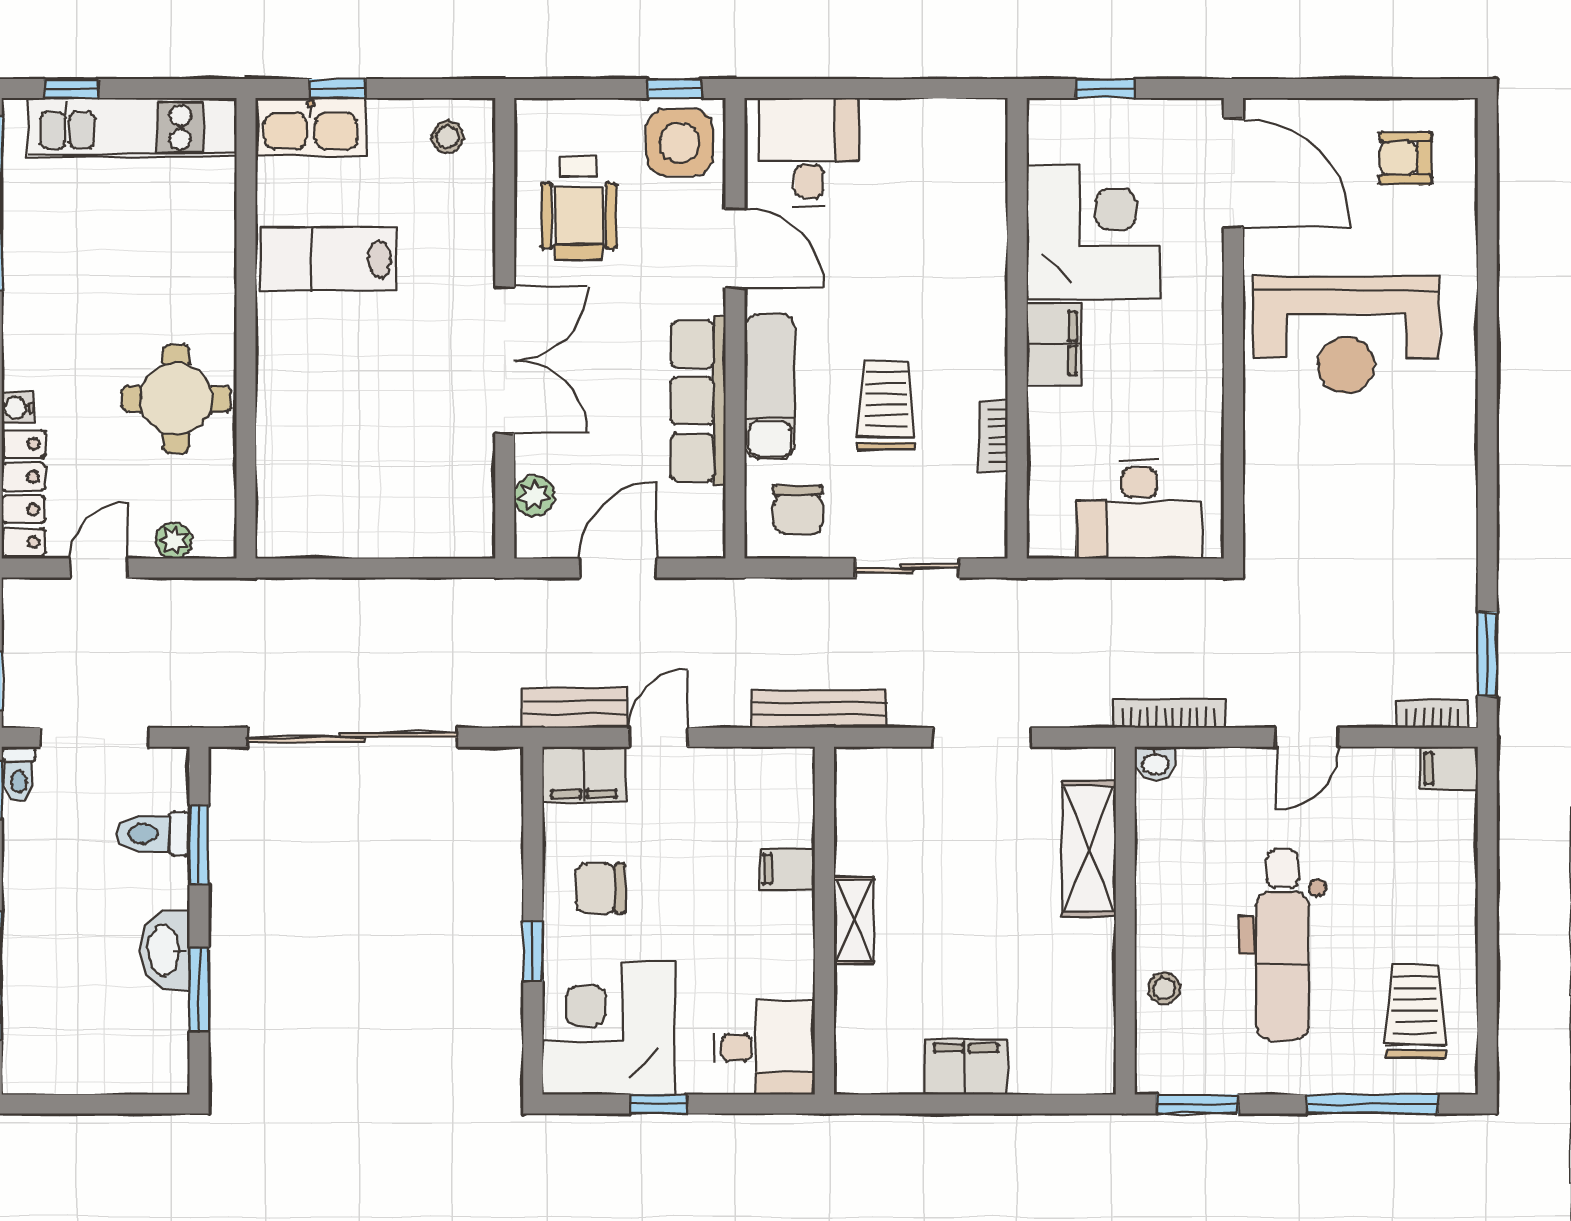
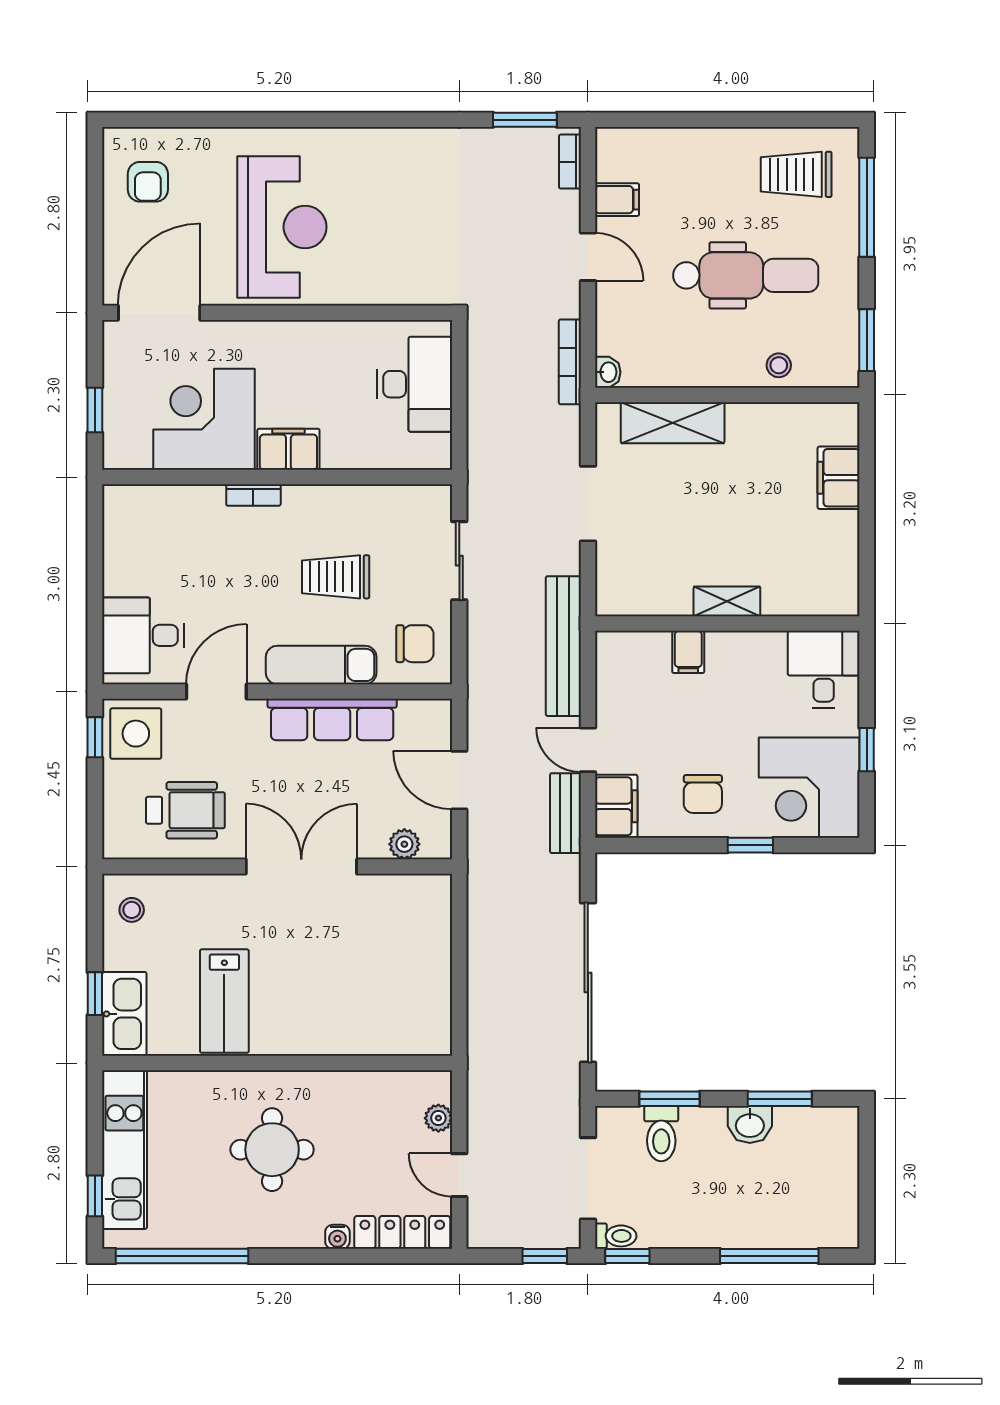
round table: (176, 399) -> (272, 1150), moved
bookcase: (993, 436) -> (253, 495), moved
bench: (819, 709) -> (563, 646), width x1.37, depth x1.21
filing cabinet: (1449, 768) -> (617, 200), moved, turned -90
washbasin: (165, 950) -> (750, 1124), width x0.72
filing cabinet: (966, 1067) -> (839, 478), moved

